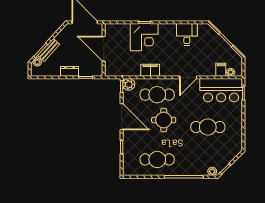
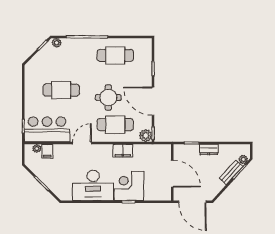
desk: (187, 34) -> (93, 185), width x1.87, depth x1.30

